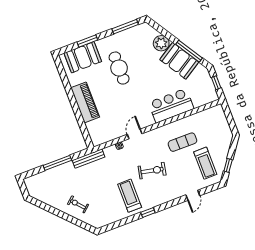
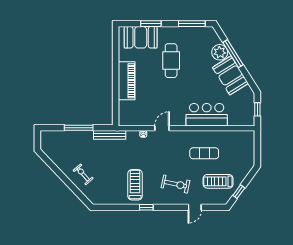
window: (189, 51) -> (233, 54), moved
treadmill: (205, 163) -> (218, 181), turned 90
exercise bike: (152, 171) -> (175, 184), moved

